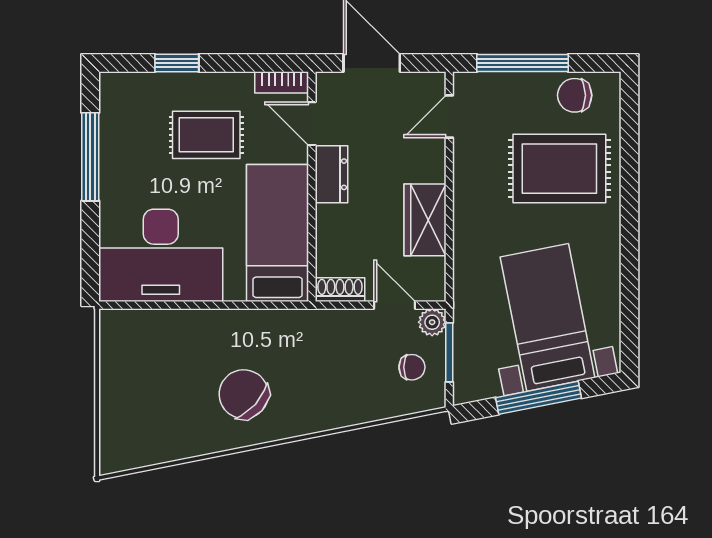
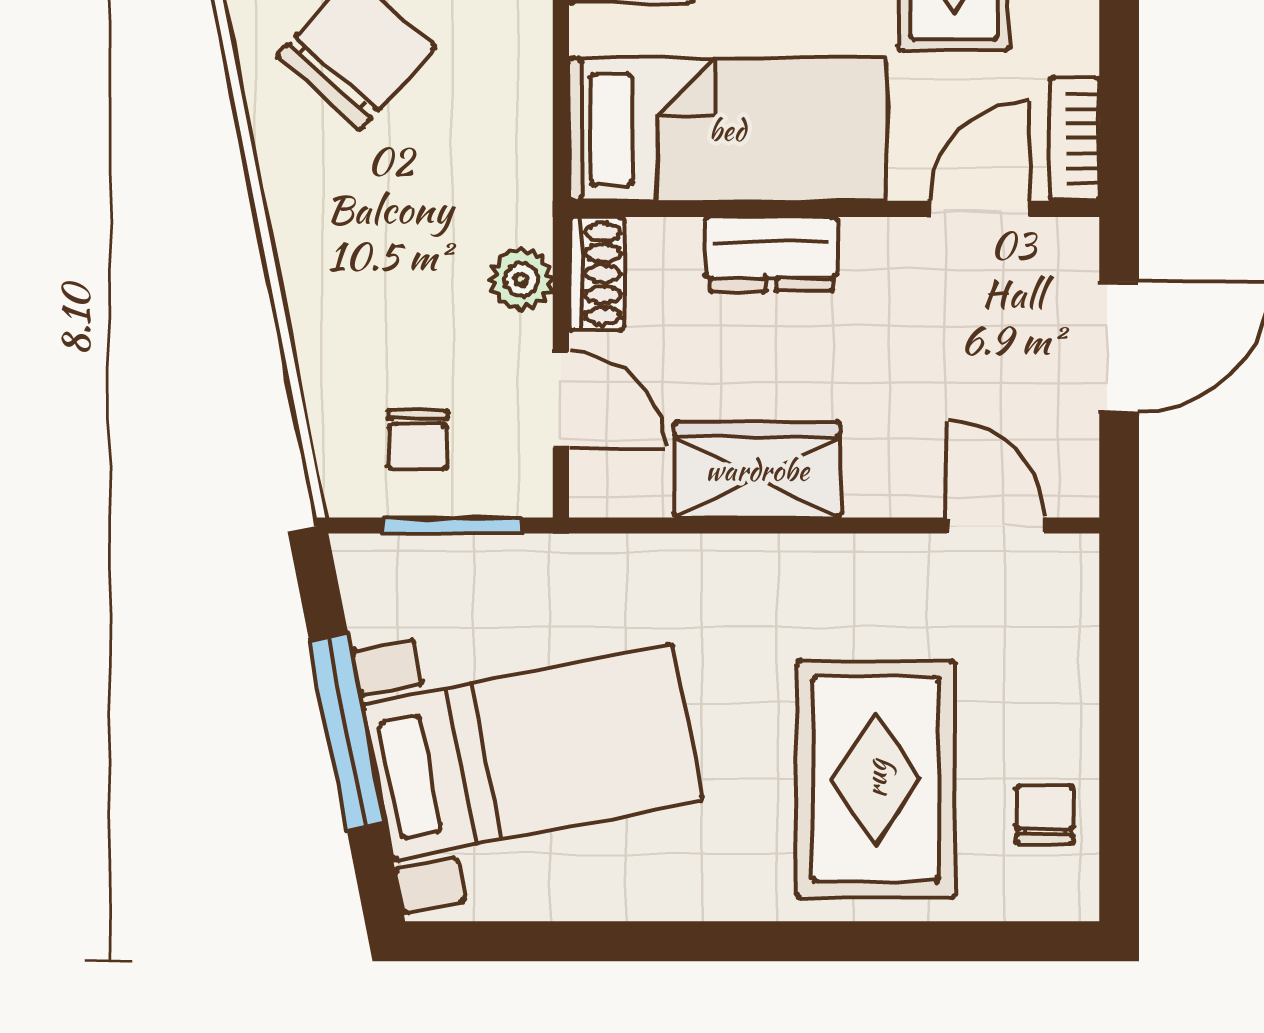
window: (523, 63) -> (1119, 694), removed
chair: (575, 95) -> (1045, 815), width x0.73, depth x0.73
dresser: (331, 174) -> (771, 254), moved
door: (395, 305) -> (561, 400), hinge flipped
plant: (432, 322) -> (521, 279), moved

